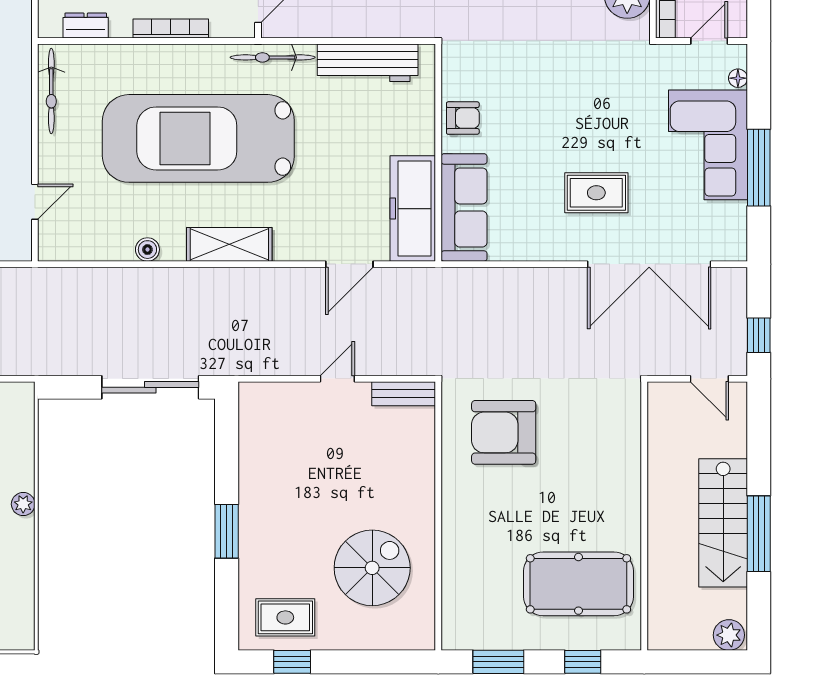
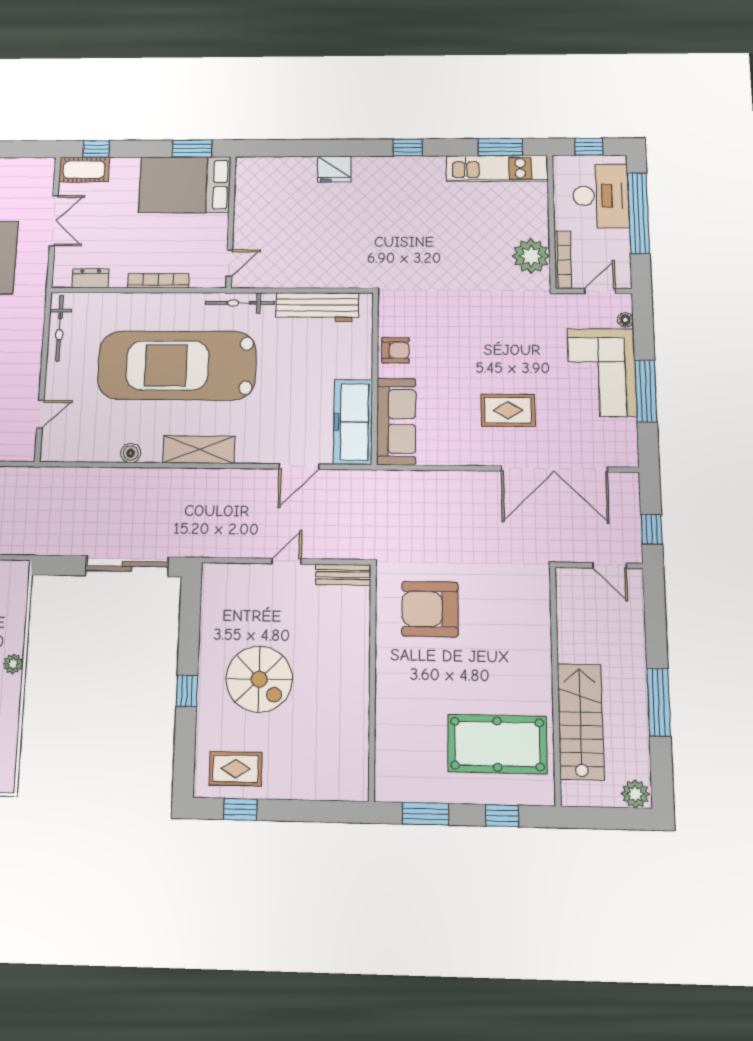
stairs: (723, 523) -> (581, 721), moved, turned 180
window: (227, 531) -> (187, 691), width x0.67
spiral stairs: (372, 568) -> (259, 679), moved, turned 90

